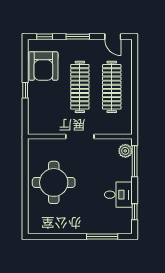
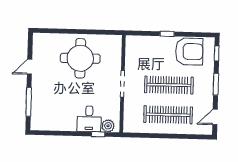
armchair: (43, 66) -> (189, 51), turned 180
window: (135, 161) -> (98, 134), width x0.46
desk: (118, 195) -> (89, 119), moved
window: (135, 212) -> (51, 133), removed
door: (64, 237) -> (30, 67), added

